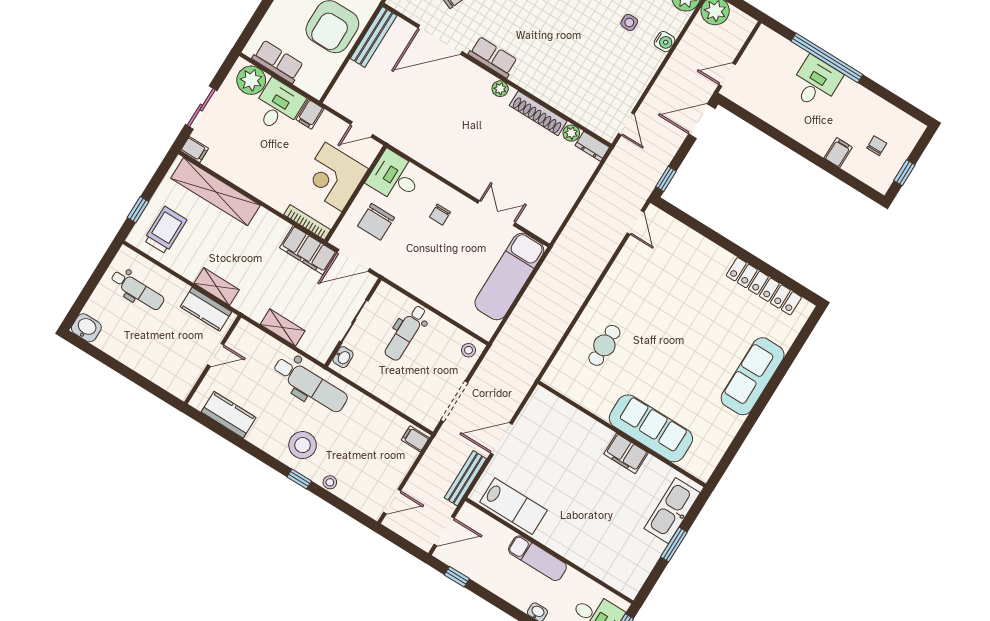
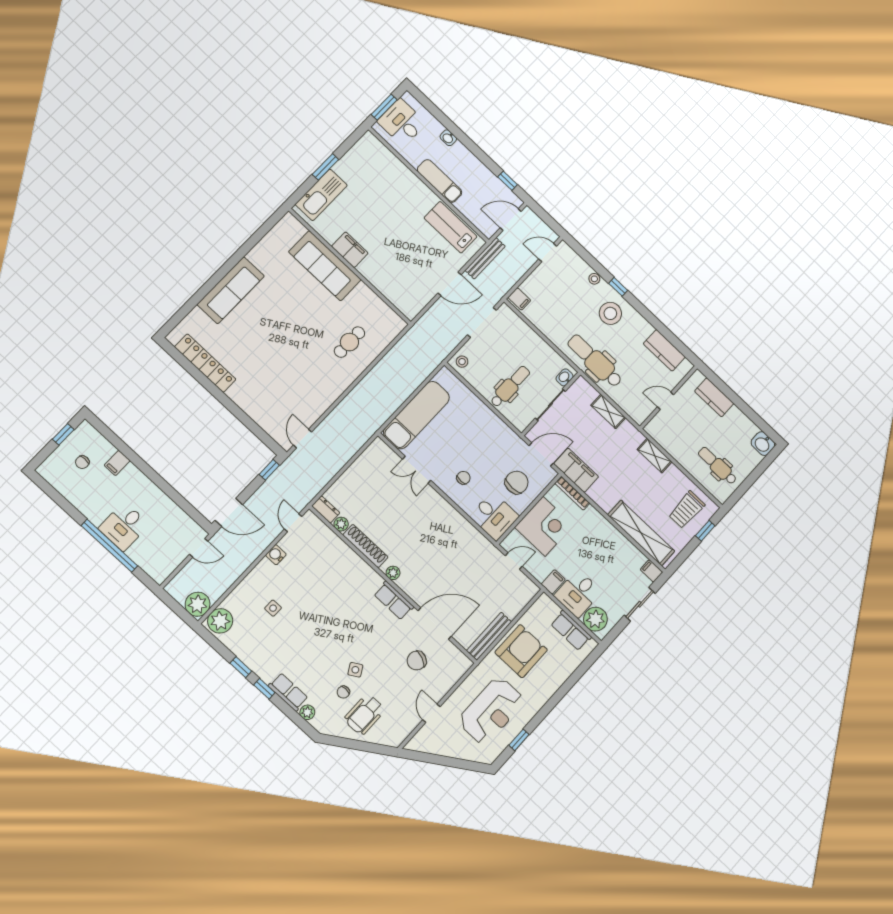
water cooler: (665, 42) -> (276, 555), moved
kitchen counter: (206, 309) -> (714, 397), moved, turned 180

